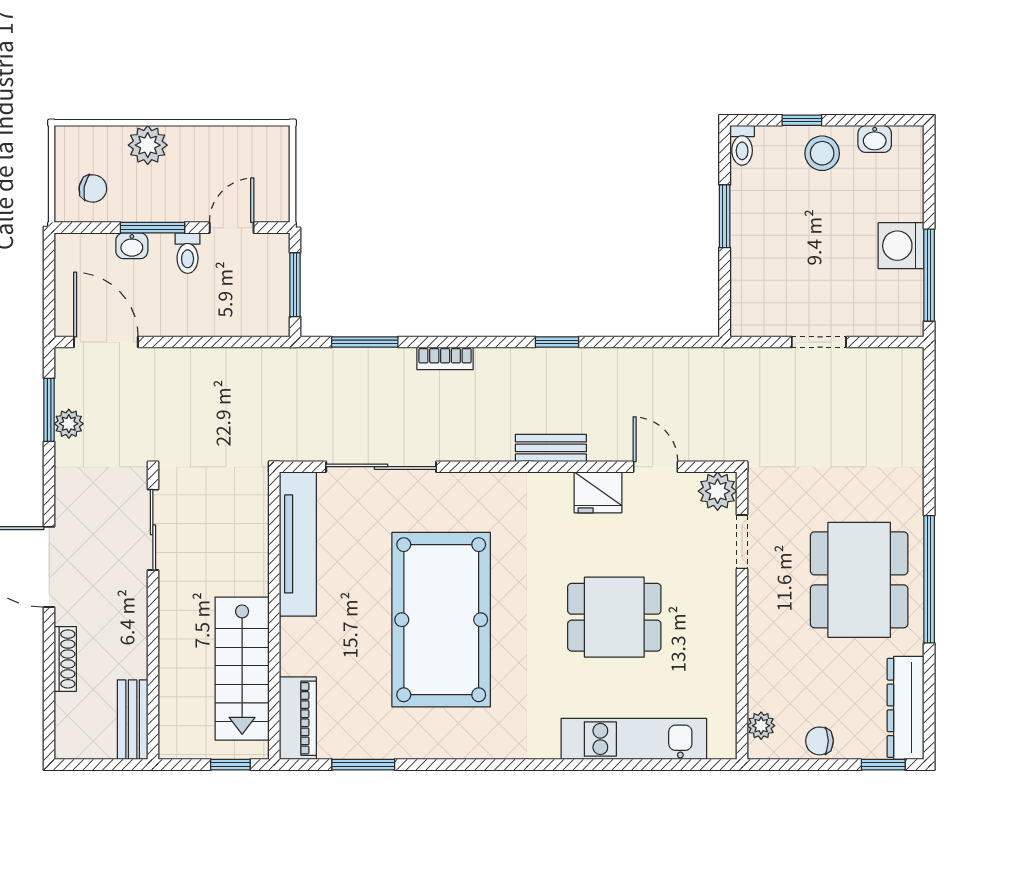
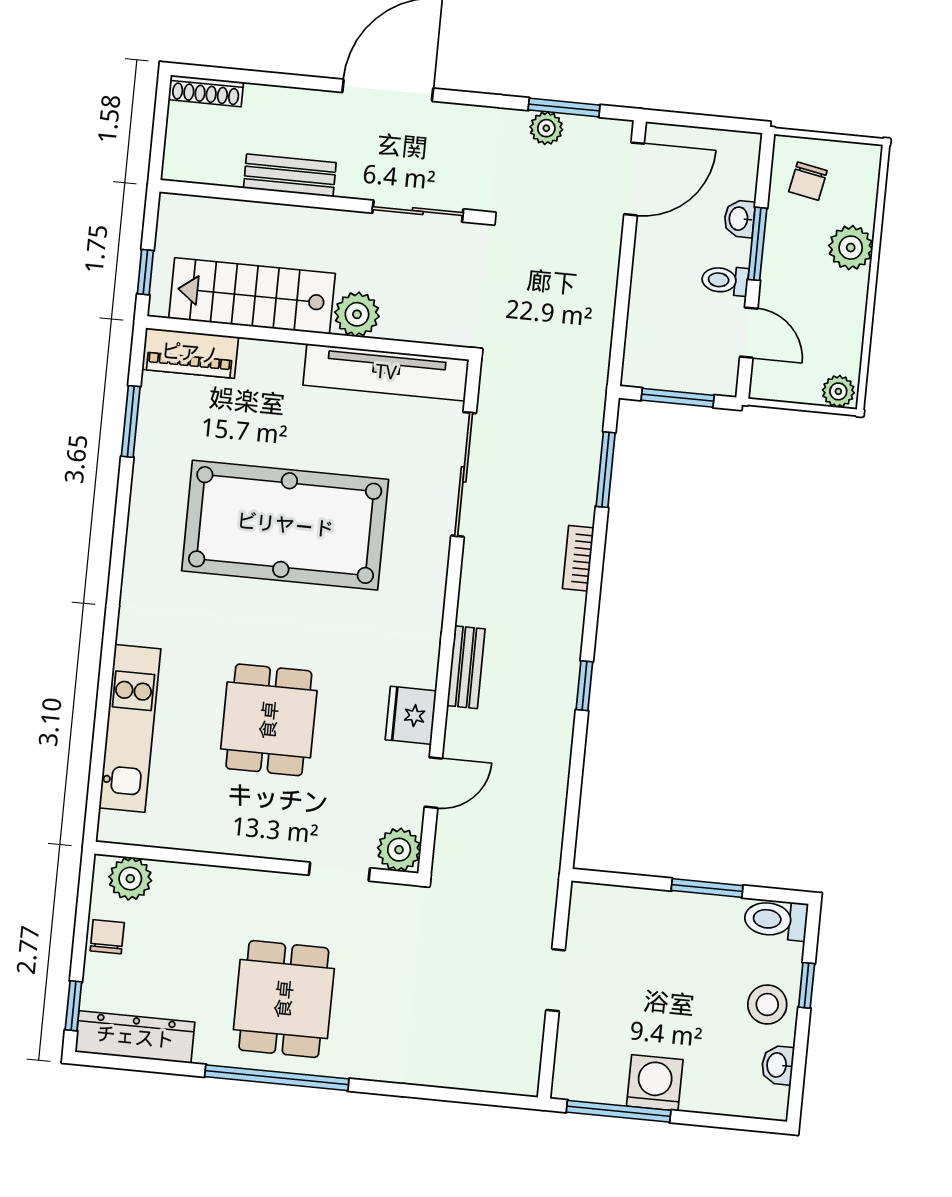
plant: (276, 144) -> (838, 391), added
toilet: (742, 145) -> (776, 920), width x1.37, depth x1.39
plant: (249, 575) -> (357, 314), added
dining table: (859, 580) -> (284, 999), width x0.73
shoe rack: (65, 659) -> (206, 91), moved
bench: (133, 720) -> (290, 175), moved
plant: (761, 726) -> (130, 879), width x1.38, depth x1.38

